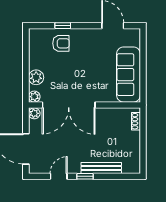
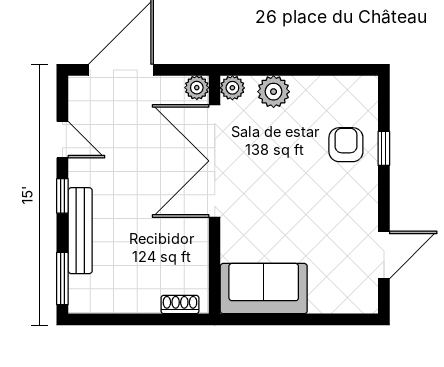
armchair: (61, 43) -> (346, 145), turned 180
sofa: (128, 75) -> (264, 289), width x0.73
window: (124, 176) -> (62, 278), added

